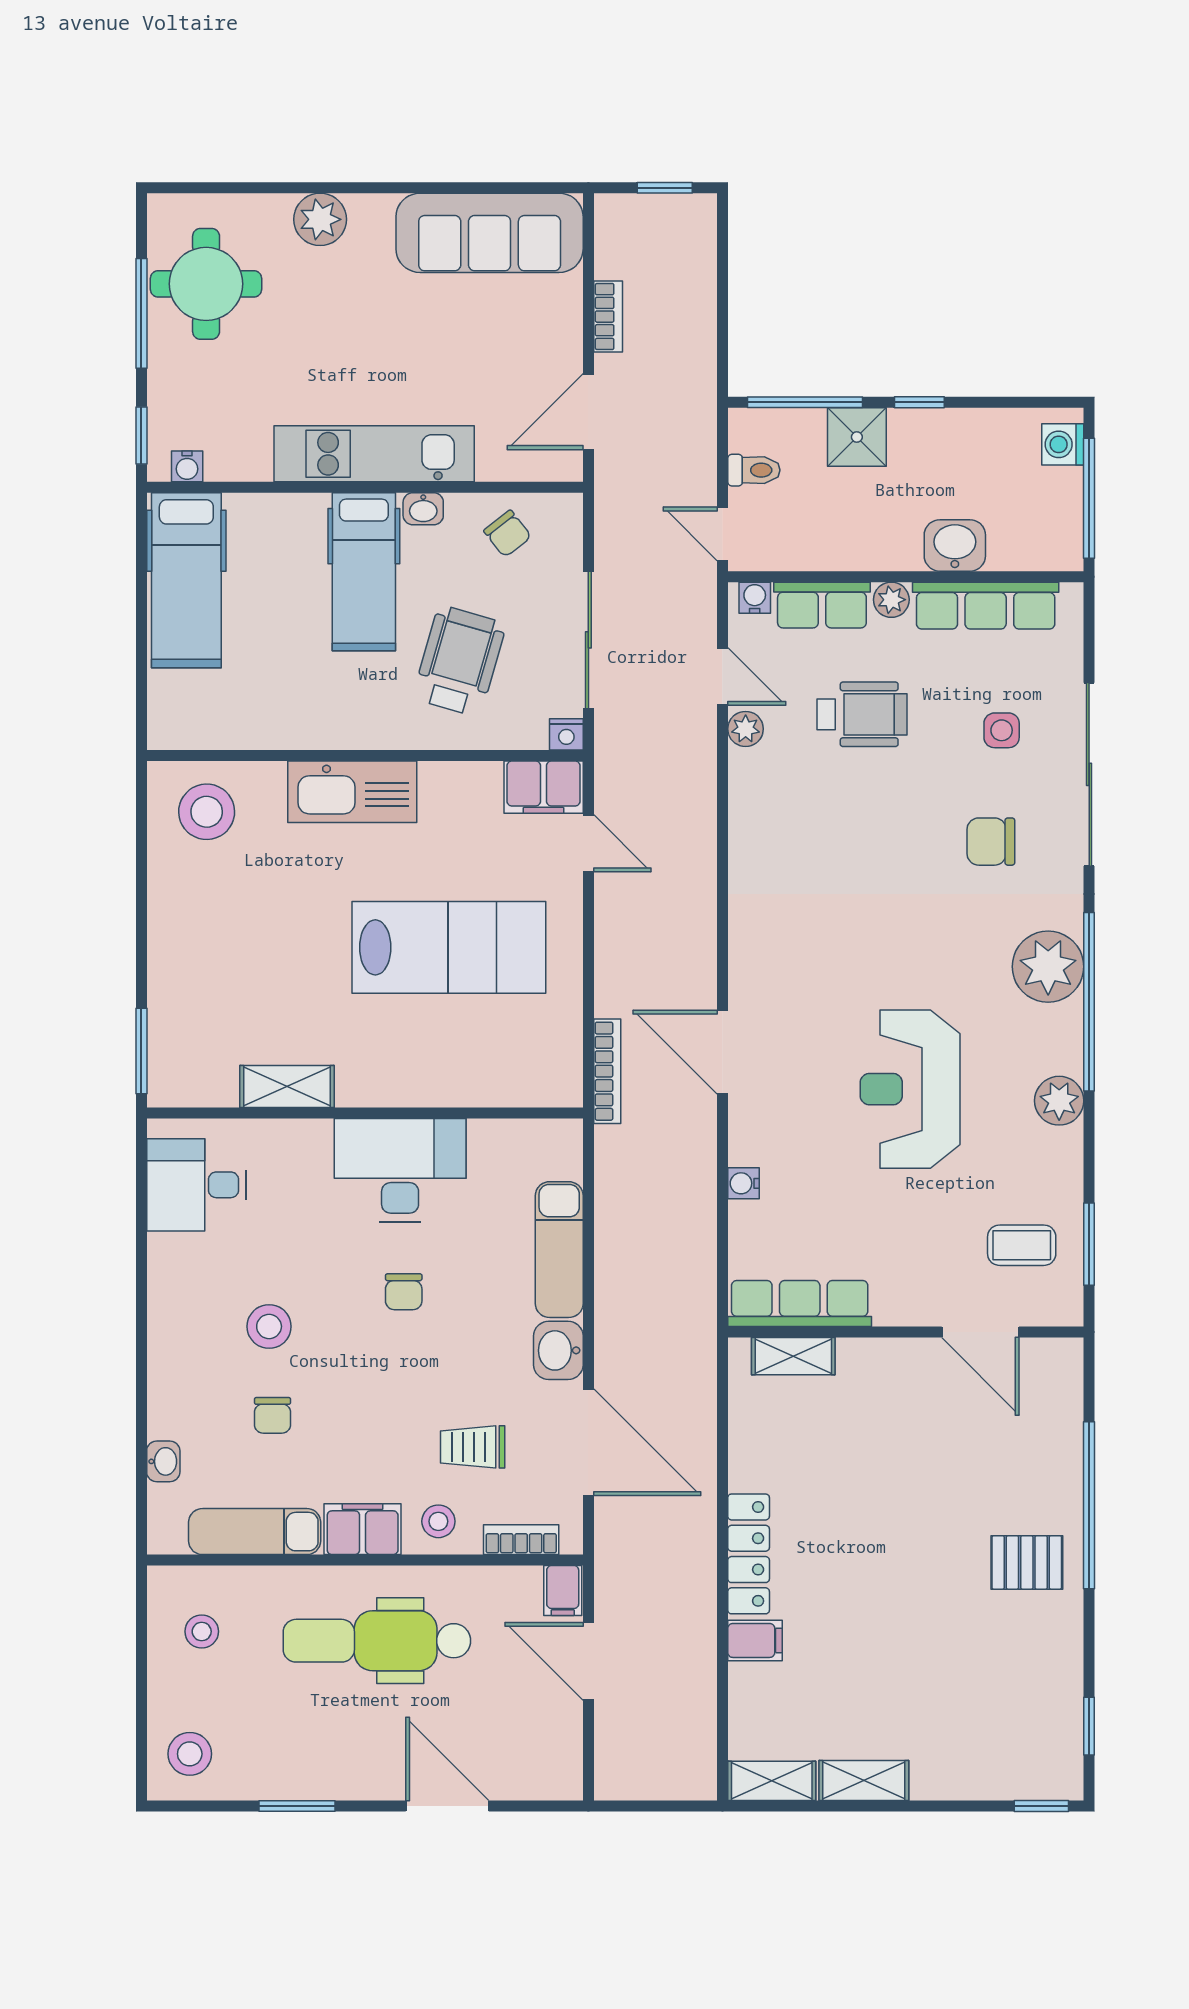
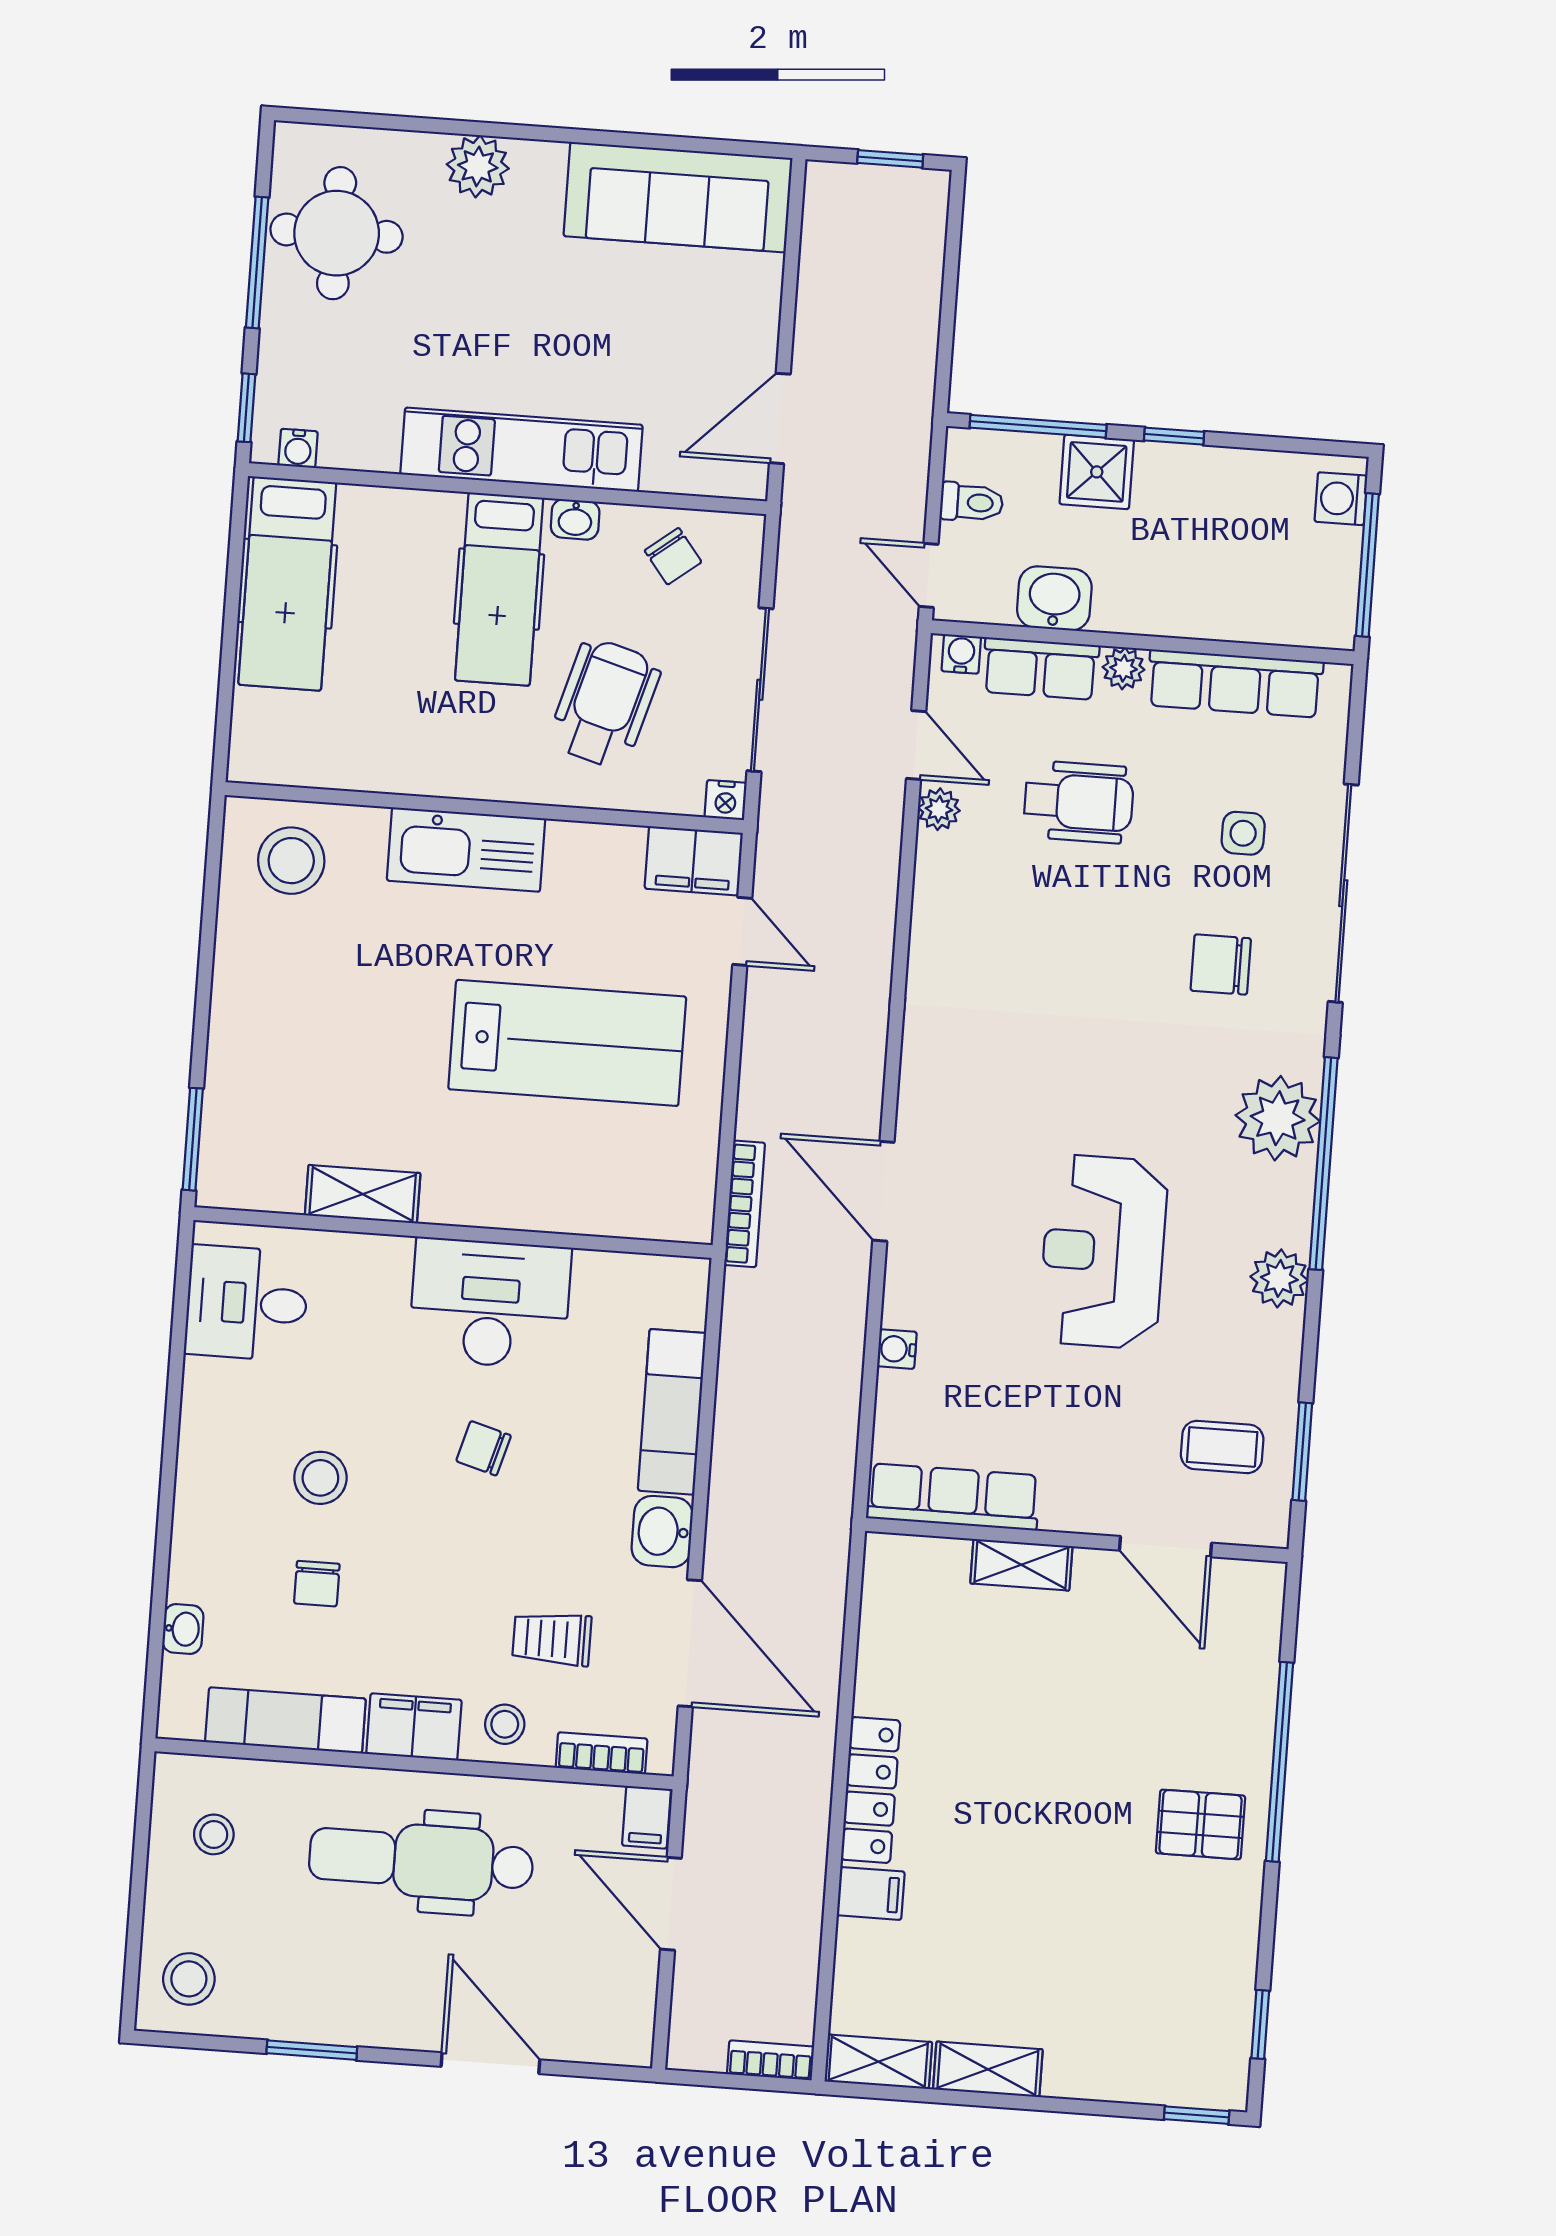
bookcase: (608, 317) -> (771, 2060), moved, turned -90
washbasin: (955, 545) -> (1054, 598), moved
chair: (404, 1292) -> (484, 1448), turned 106
shelving: (793, 1356) -> (1021, 1565), moved

